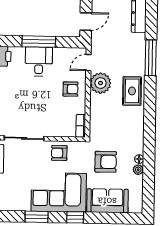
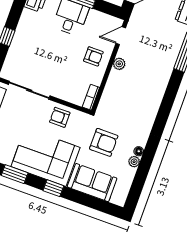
plant: (101, 83) -> (119, 64), width x0.53, depth x0.53
rug: (132, 91) -> (155, 80), removed

